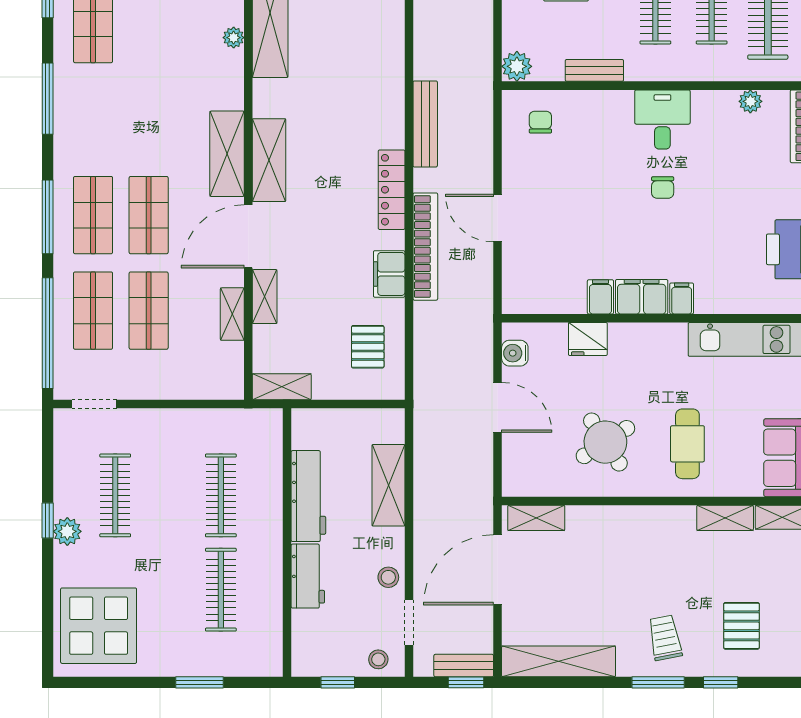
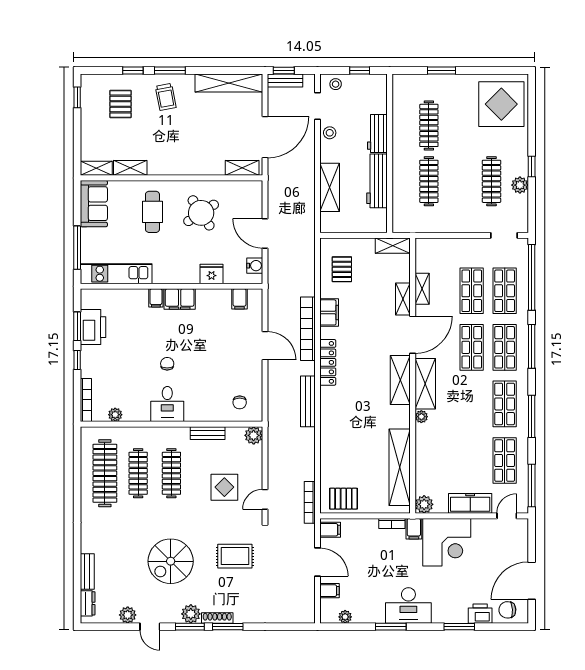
plant: (234, 38) -> (421, 417), moved
shop shelf: (93, 120) -> (505, 404), added
filing cabinet: (600, 297) -> (239, 299), moved
plant: (67, 531) -> (520, 185), moved

